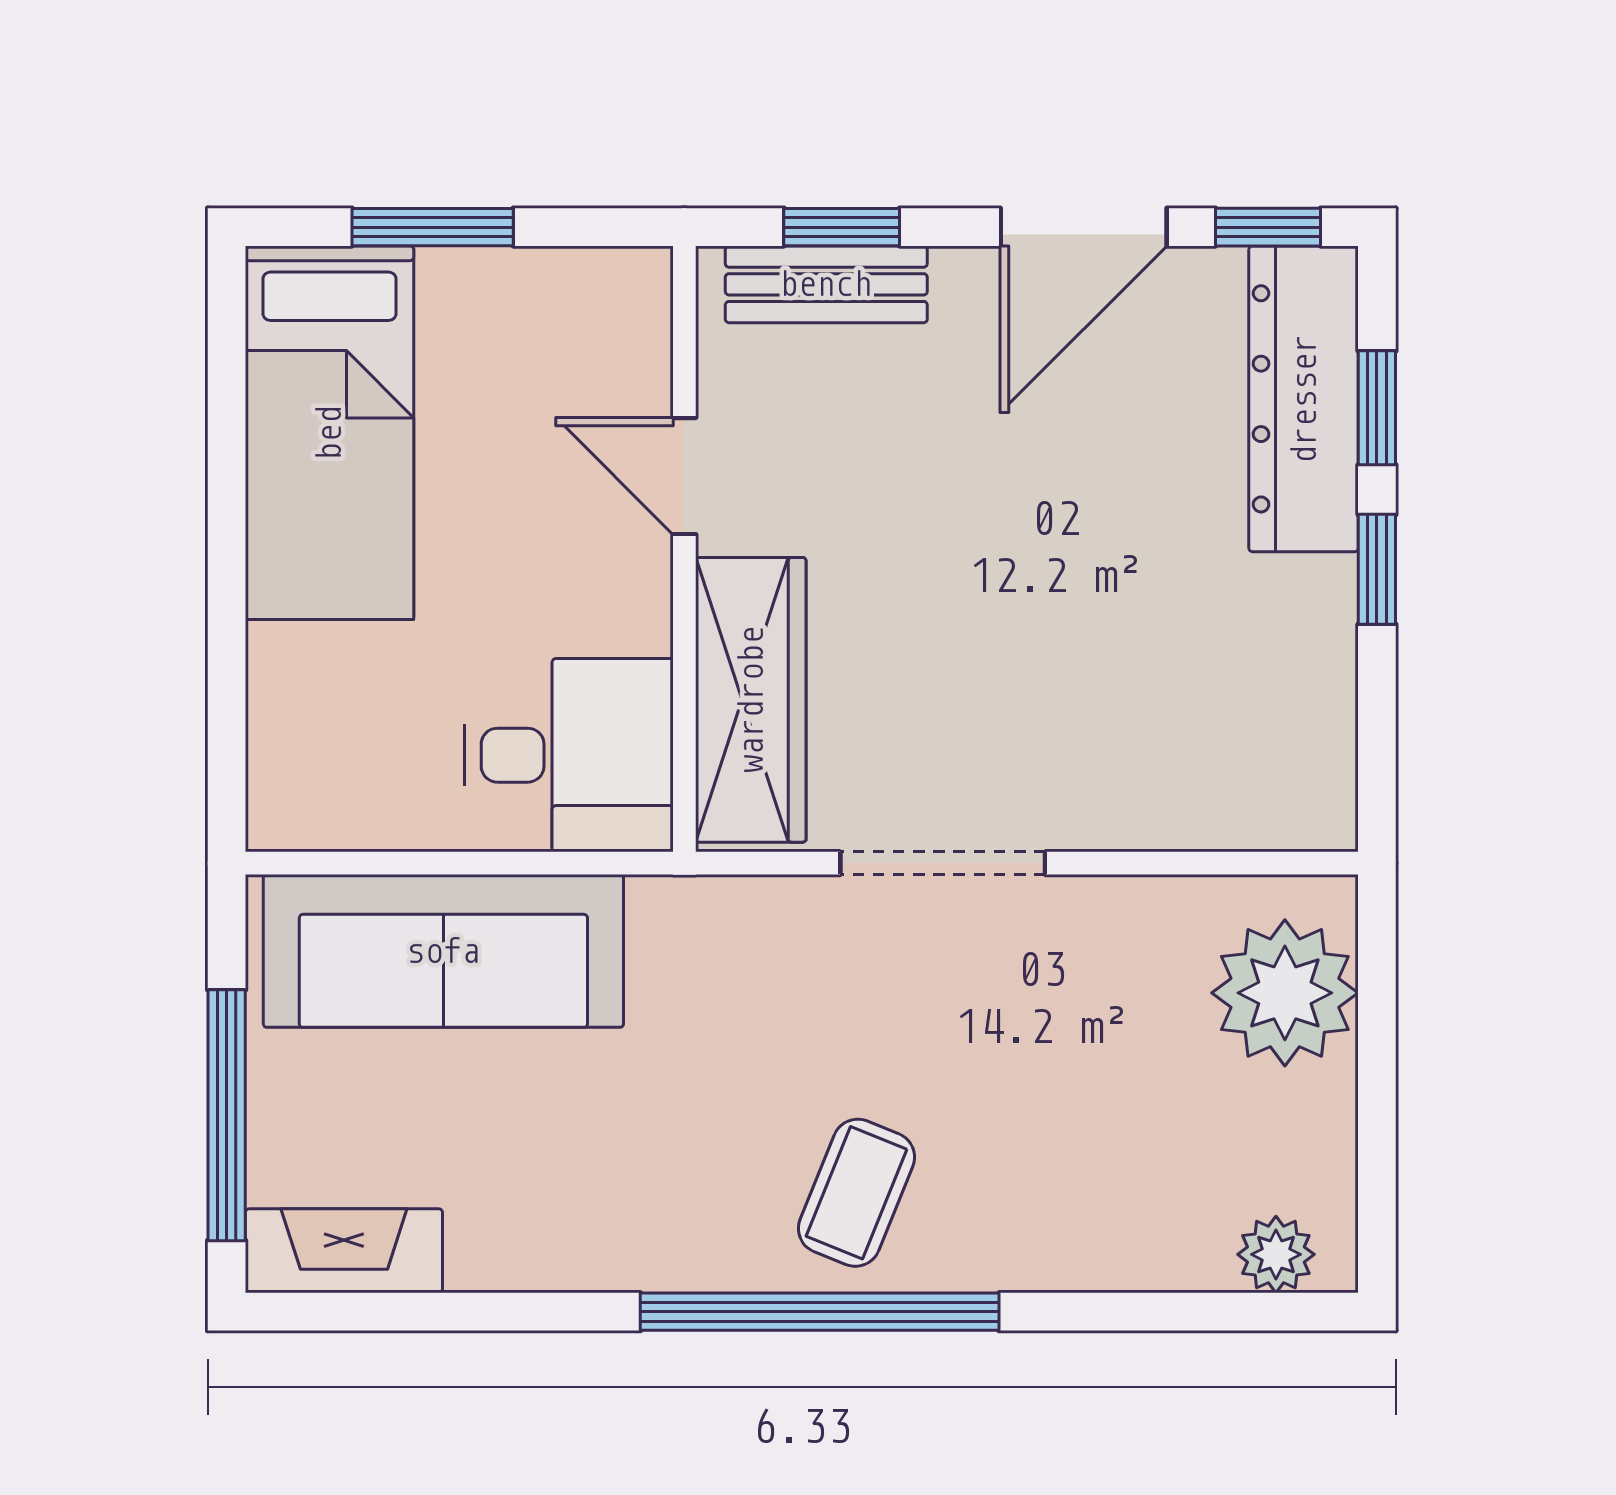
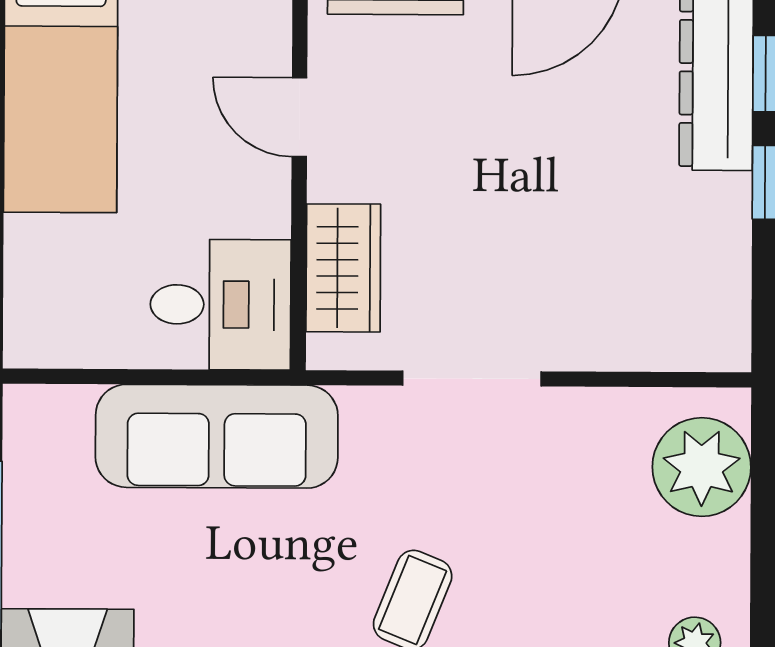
wardrobe: (751, 700) -> (343, 268), width x0.67
sofa: (443, 951) -> (217, 436), moved

